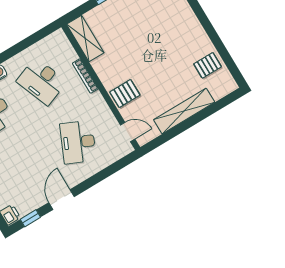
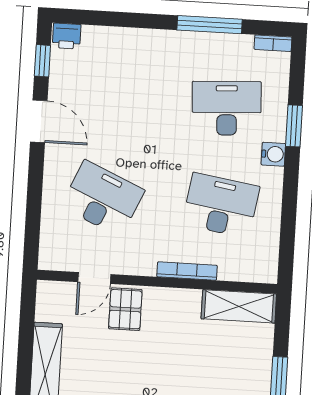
desk: (42, 81) -> (221, 205), turned 30
door: (128, 132) -> (94, 278), moved

